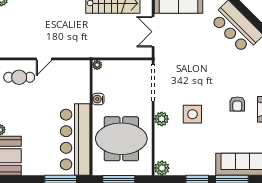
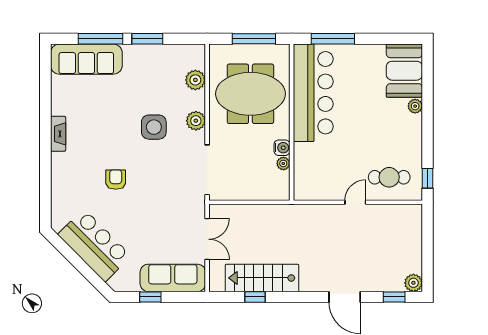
plant: (97, 65) -> (283, 163), moved
armchair: (237, 104) -> (116, 180), moved
plant: (162, 168) -> (195, 80), moved

